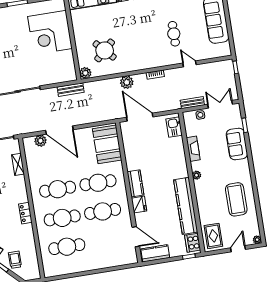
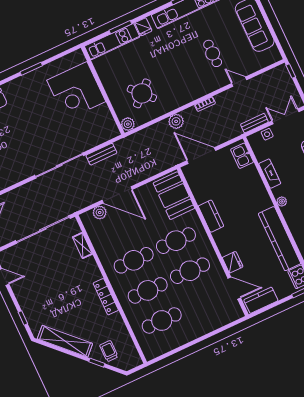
bench: (71, 90) -> (101, 154), moved
kitchen counter: (135, 183) -> (211, 216), moved
fridge: (139, 205) -> (233, 262), moved
locker: (25, 213) -> (106, 297), width x1.53

